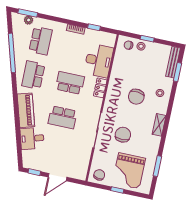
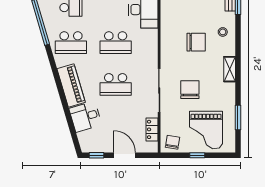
school desk: (33, 75) -> (71, 43), turned -90
school desk: (70, 83) -> (116, 43), turned 180
locker: (100, 88) -> (152, 129), moved
chair: (136, 97) -> (196, 42), turned -96
door: (57, 177) -> (125, 155), swing flipped

